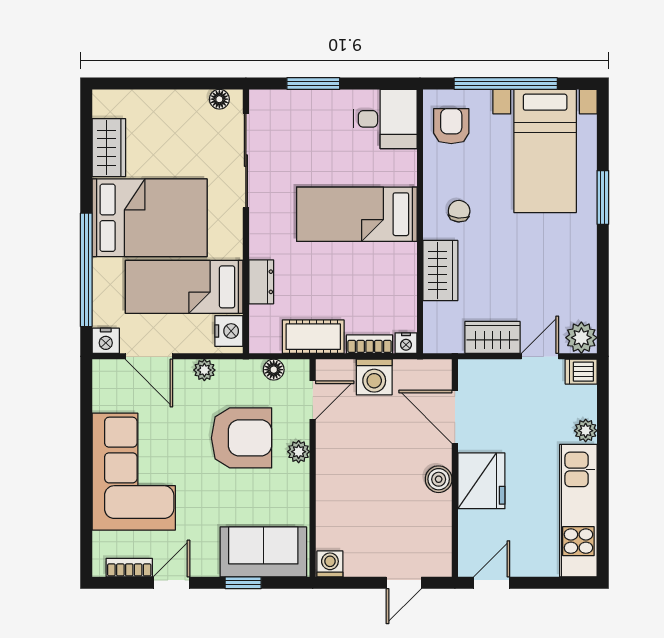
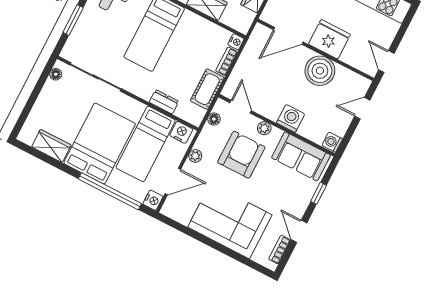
washing machine: (374, 377) -> (291, 118), moved, turned -90
boiler: (439, 479) -> (320, 71), width x1.86, depth x1.86
sofa: (263, 552) -> (301, 156), moved, turned -90
door: (404, 583) -> (362, 108), swing flipped

